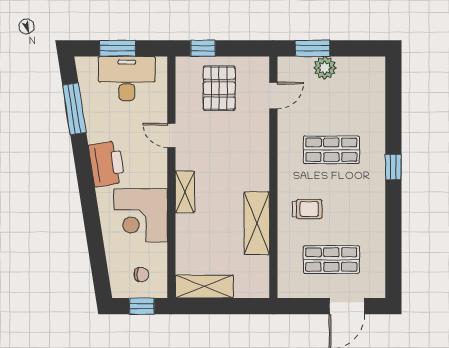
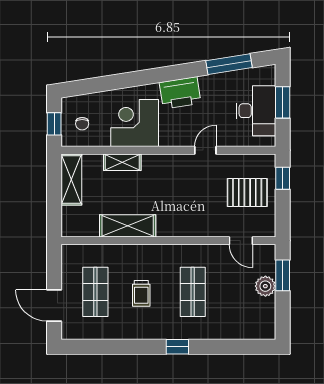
shelving: (185, 192) -> (122, 162), moved
trolley: (307, 209) -> (141, 293), moved

